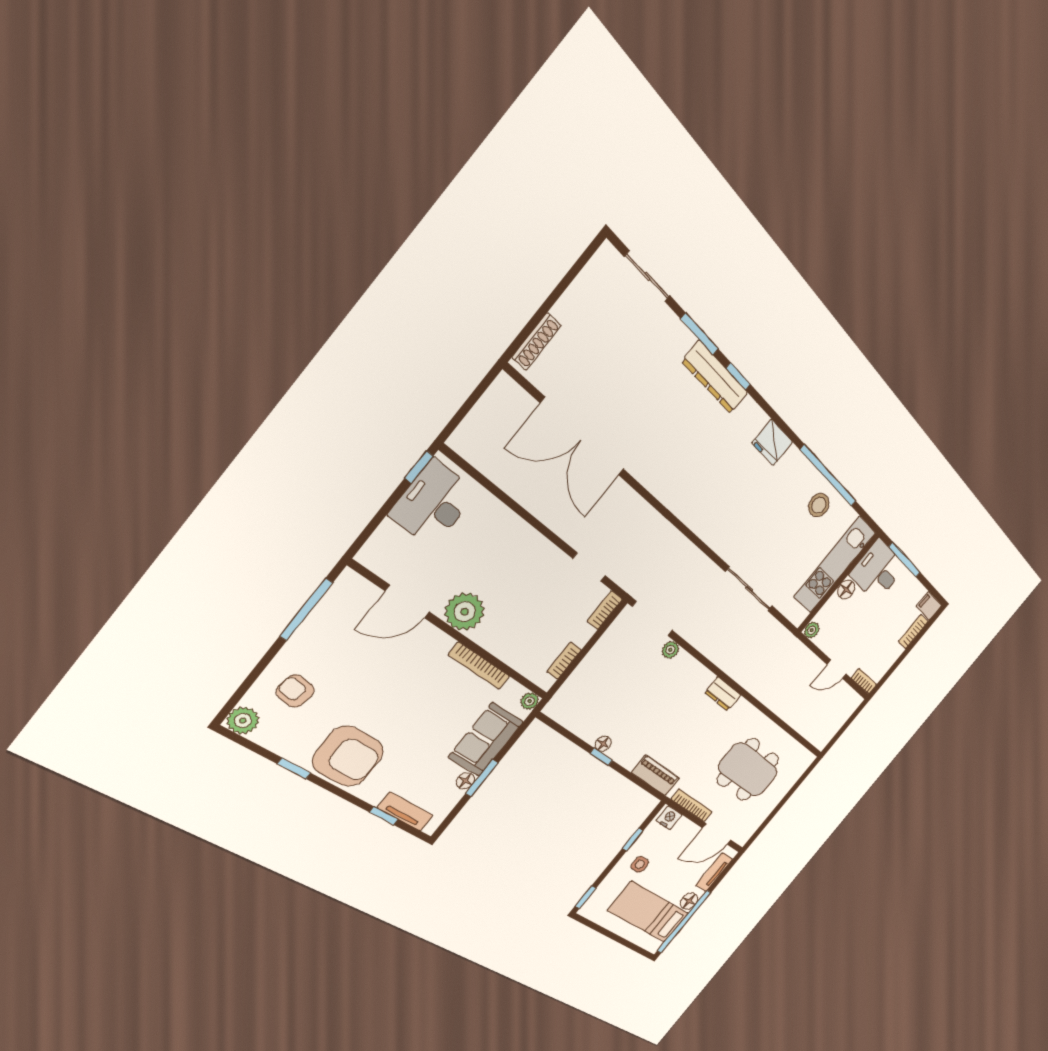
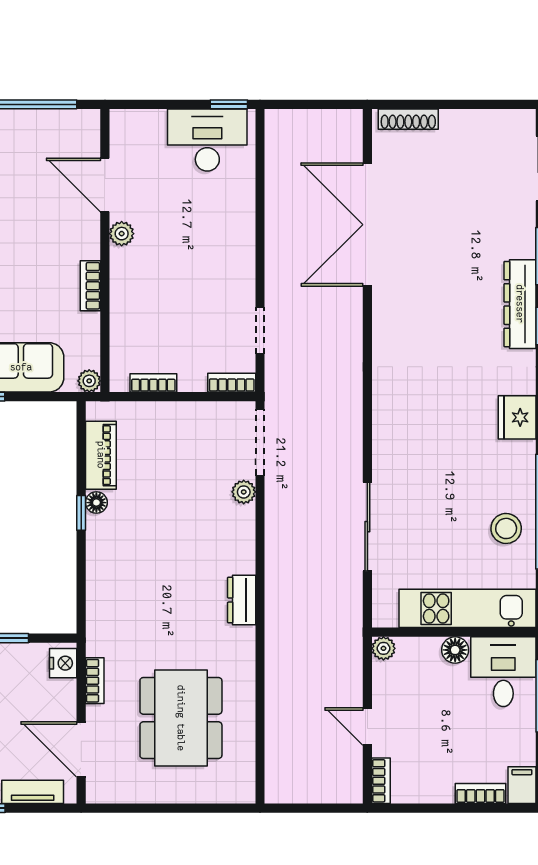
plant: (465, 612) -> (122, 234), width x0.53, depth x0.53
bookcase: (479, 666) -> (90, 286), width x0.64
piano: (655, 775) -> (101, 455), moved
bookcase: (692, 806) -> (95, 681), width x0.64

